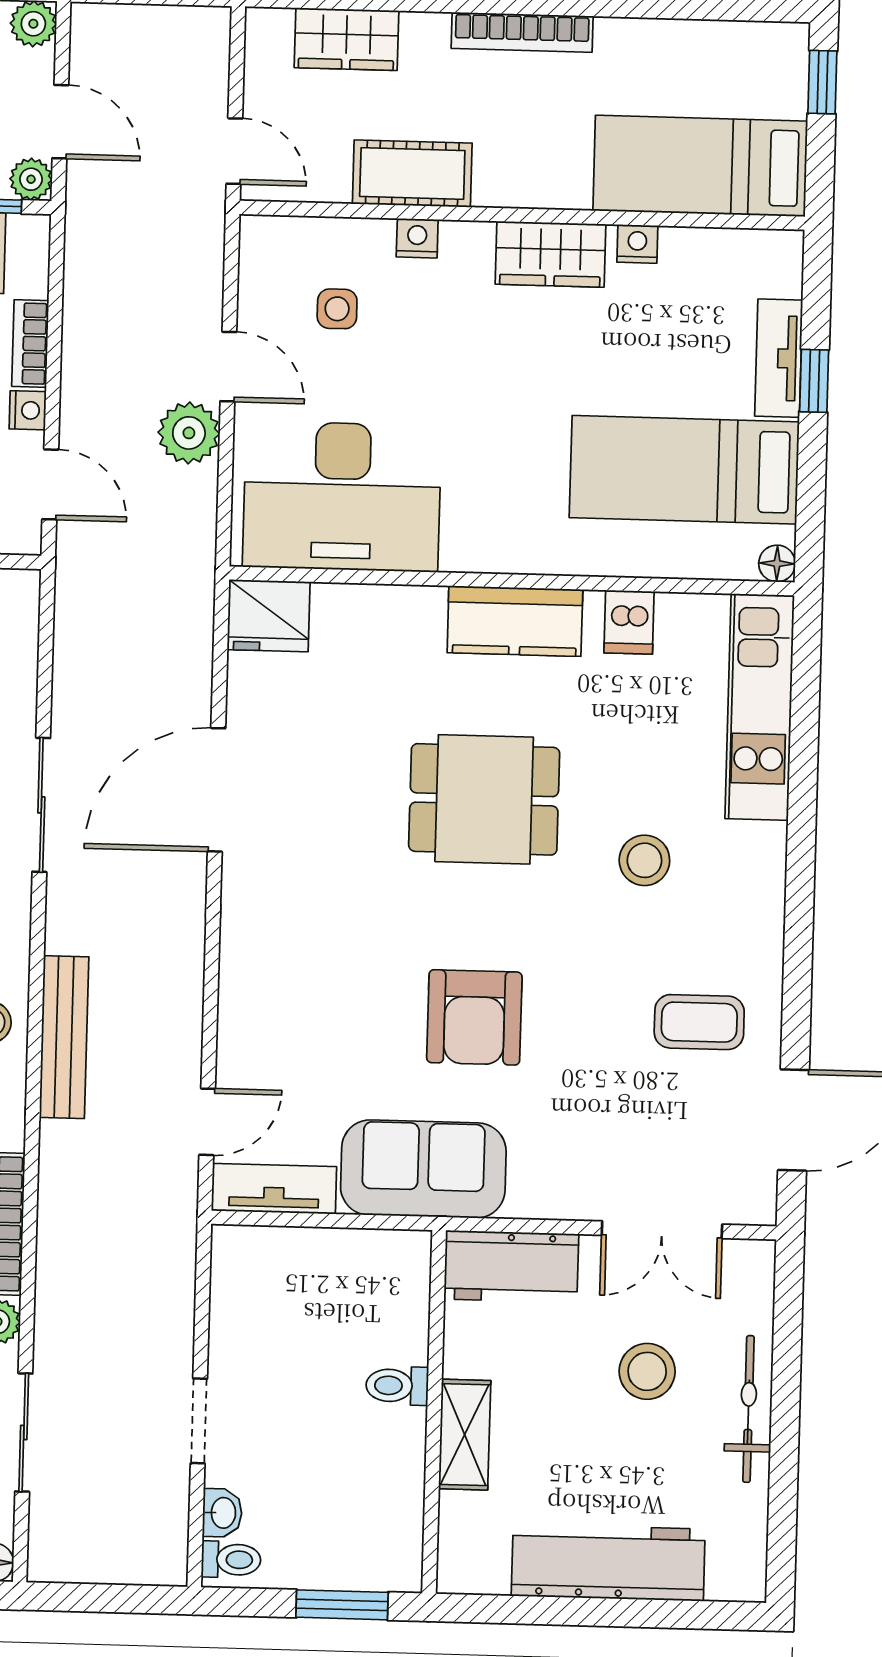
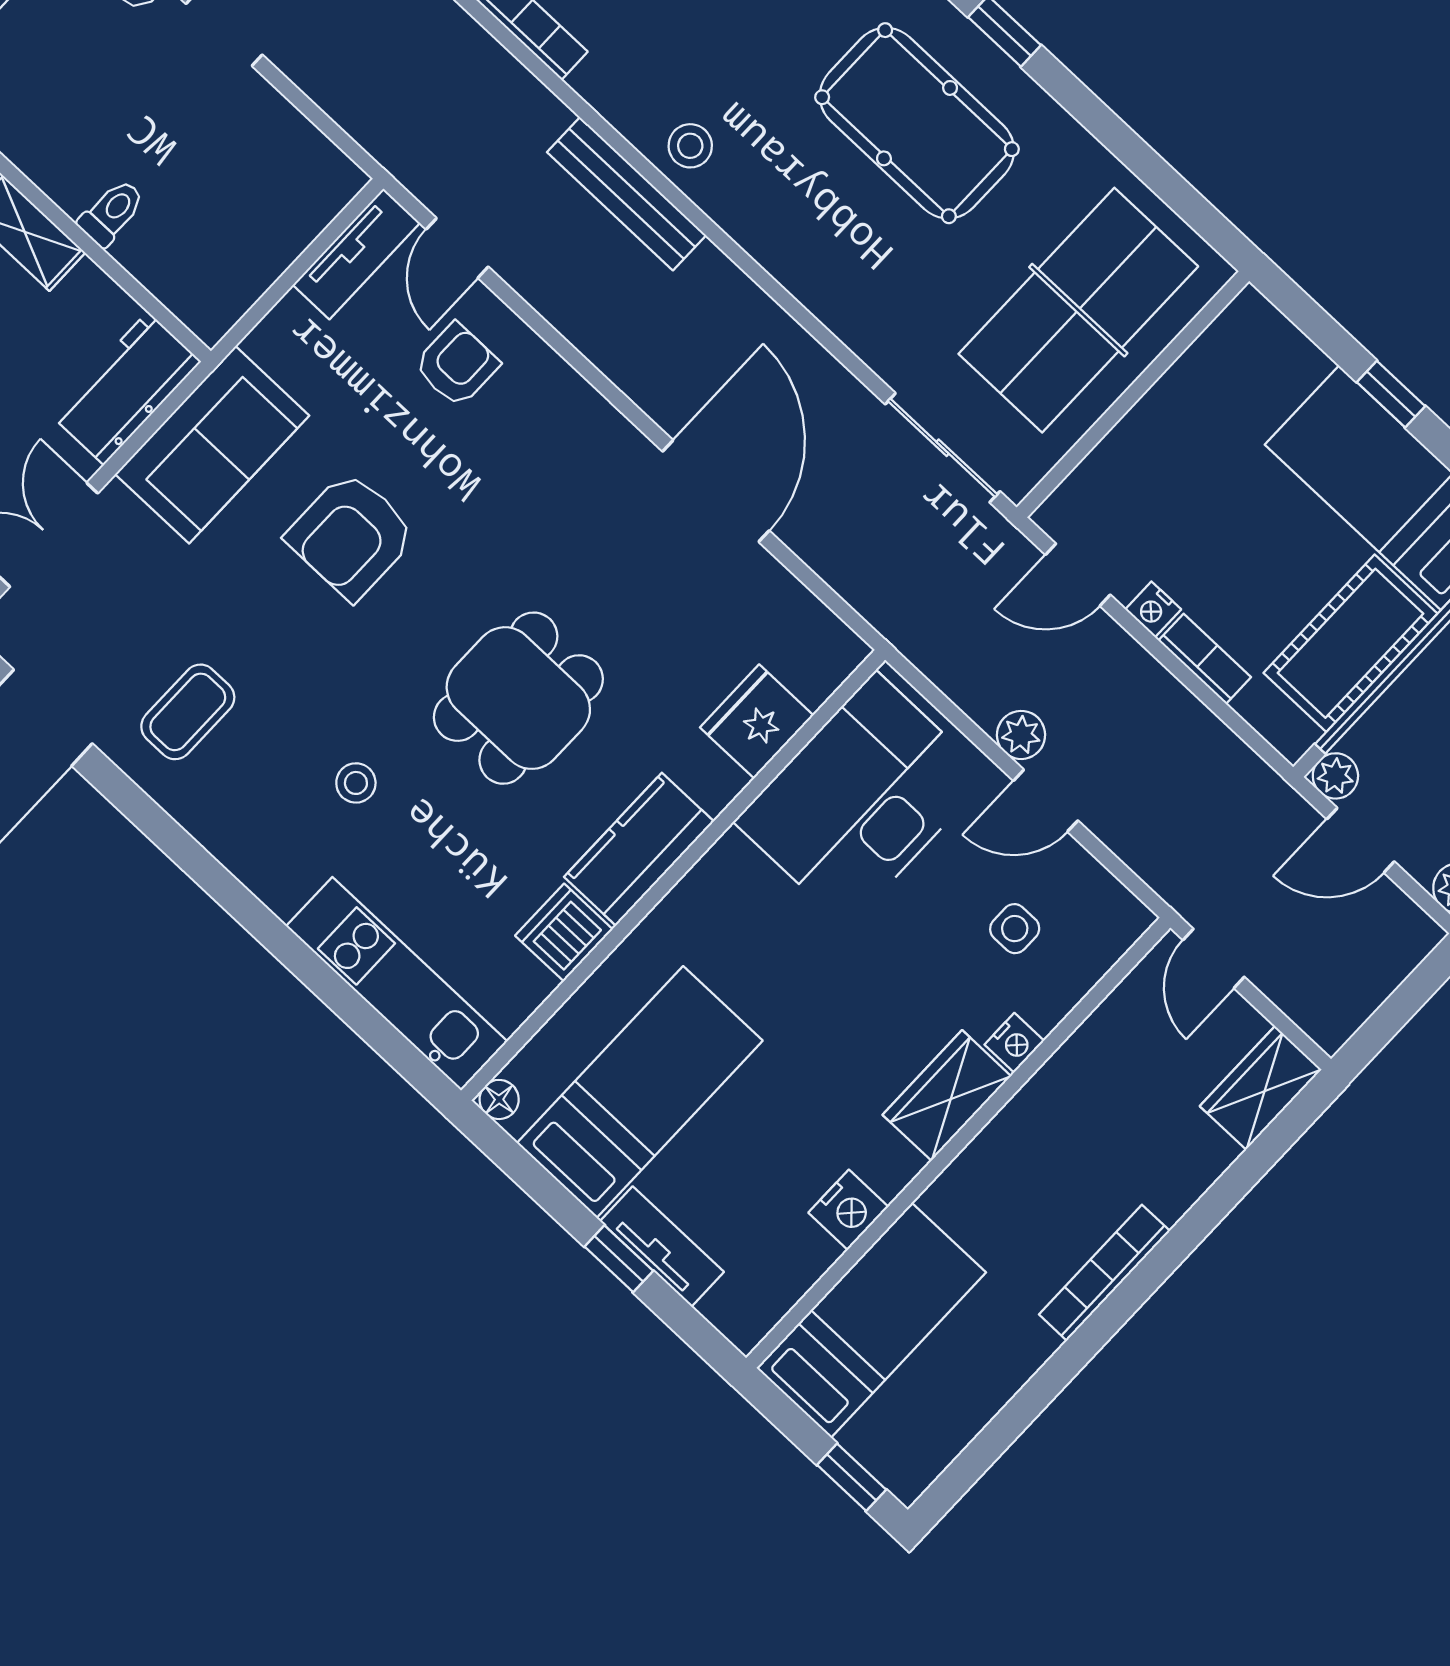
wardrobe: (346, 39) -> (1261, 1088), moved
door: (234, 151) -> (1214, 958), hinge flipped
cot: (412, 174) -> (1069, 1085), removed
nightstand: (637, 244) -> (848, 1210), width x1.39, depth x1.35
wardrobe: (550, 254) -> (947, 1095), moved
plant: (189, 433) -> (1021, 735), width x0.73, depth x0.73
fridge: (269, 616) -> (757, 721), moved
dishwasher: (629, 622) -> (564, 932), width x1.38
sliding door: (41, 805) -> (943, 448), moved
stool: (644, 860) -> (356, 783), width x0.73, depth x0.73
armchair: (474, 1017) -> (351, 536), turned -90
armchair: (289, 1050) -> (457, 365), added
sofa: (423, 1169) -> (212, 445), moved

